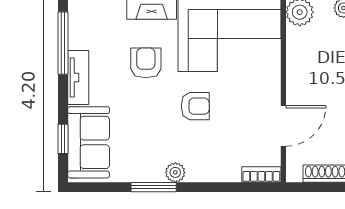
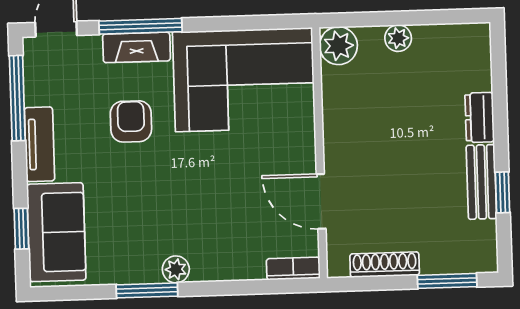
armchair: (195, 106) -> (200, 178), removed
door: (283, 126) -> (321, 201), swing flipped

